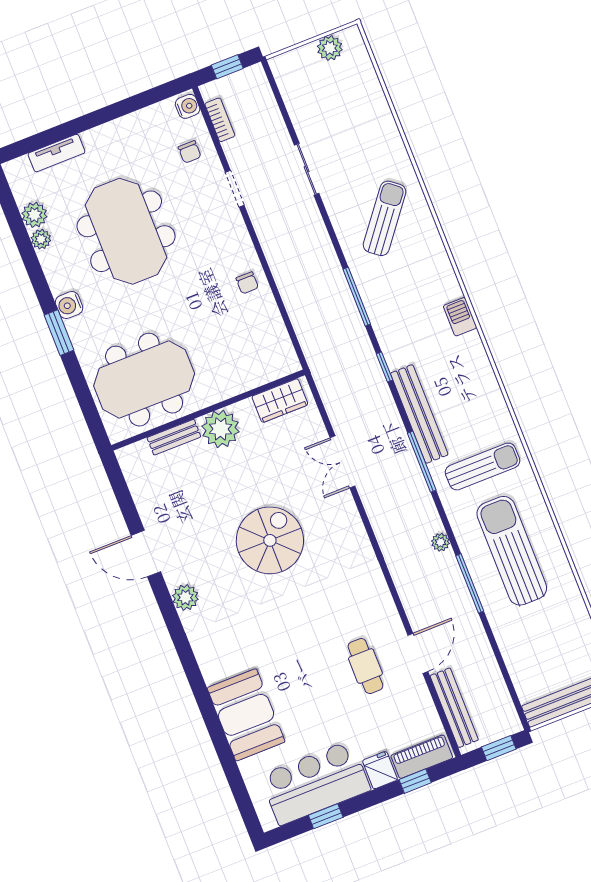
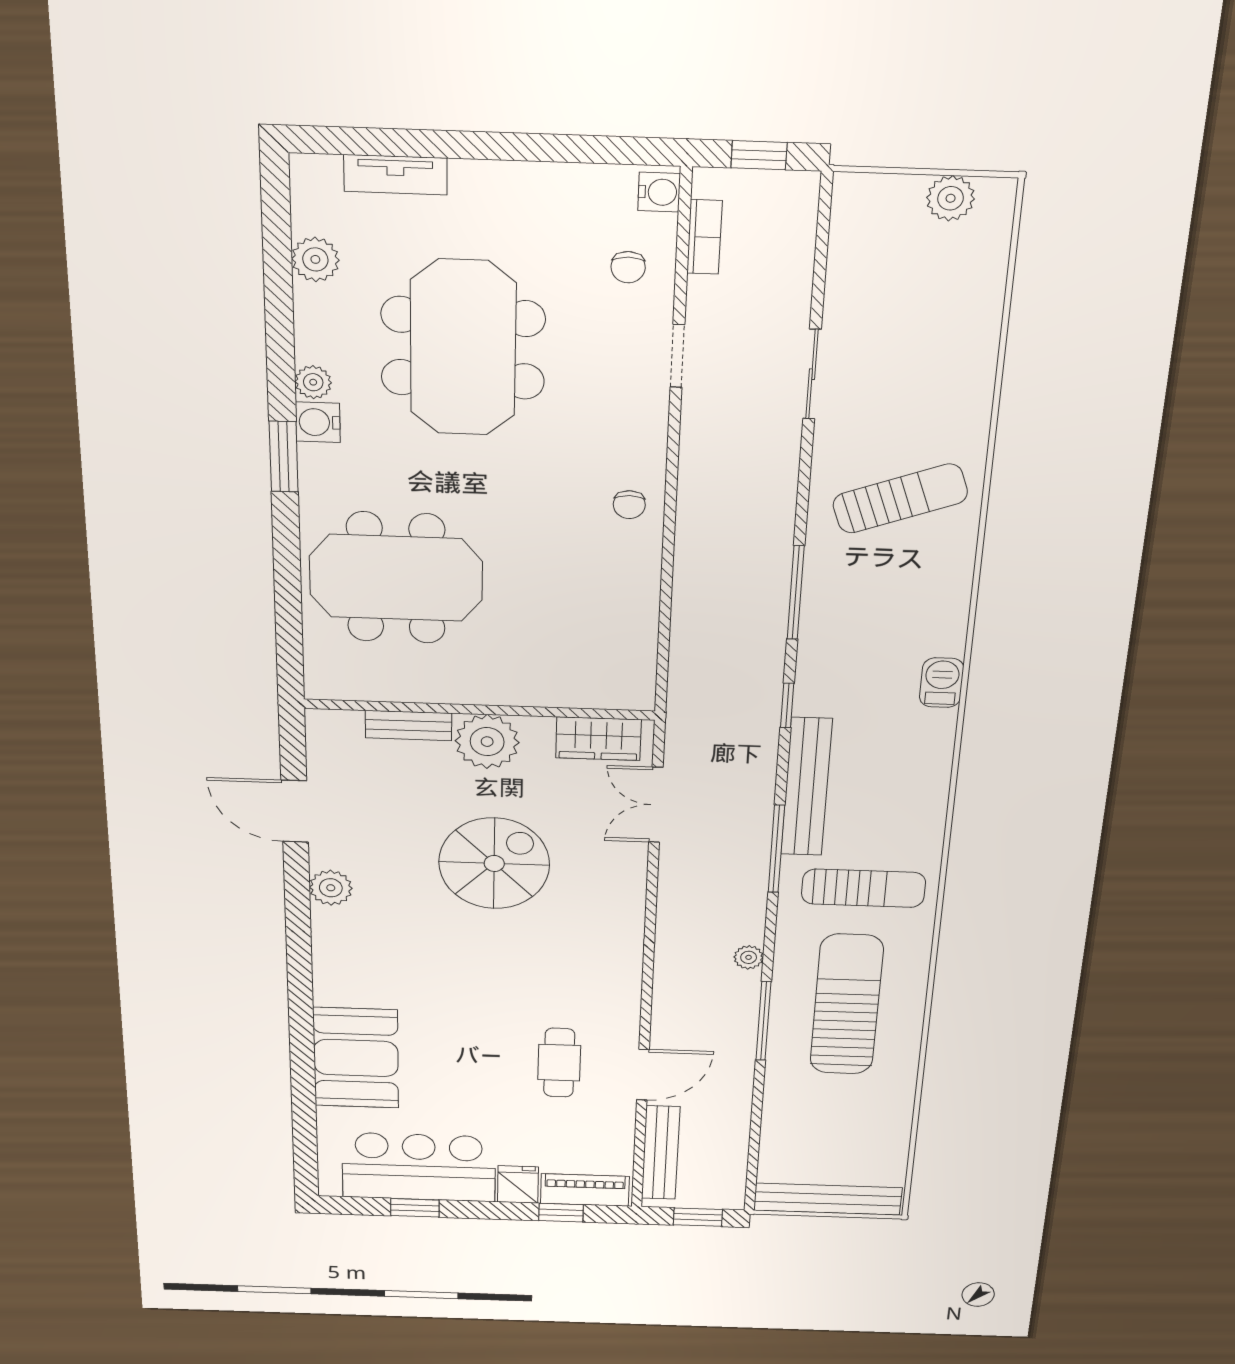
sun lounger: (385, 218) -> (900, 499), turned 32
plant: (41, 239) -> (313, 382), moved
wardrobe: (280, 401) -> (598, 739), moved
wall: (208, 410) -> (480, 710), moved
plant: (221, 429) -> (487, 742), moved
bench: (174, 437) -> (409, 725), moved

